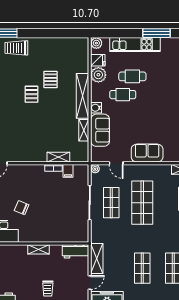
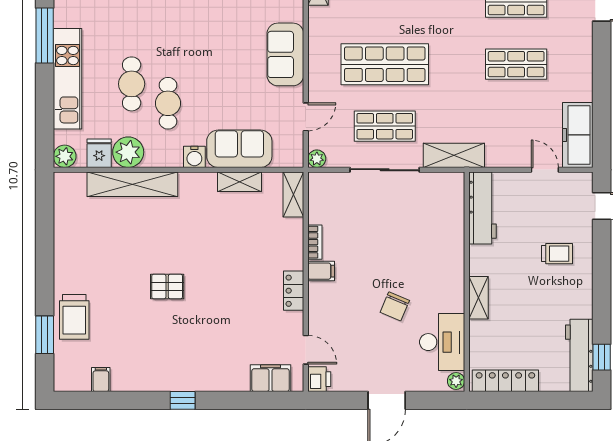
pallet: (51, 80) -> (138, 248), removed
shelving: (82, 96) -> (132, 184), moved
locker: (29, 157) -> (294, 291), added
shelving: (58, 157) -> (293, 194), moved
filing cabinet: (68, 171) -> (321, 271), moved
shelving: (38, 249) -> (479, 298), moved
workbench: (75, 251) -> (483, 208), width x1.38
shelving: (97, 258) -> (454, 155), moved

